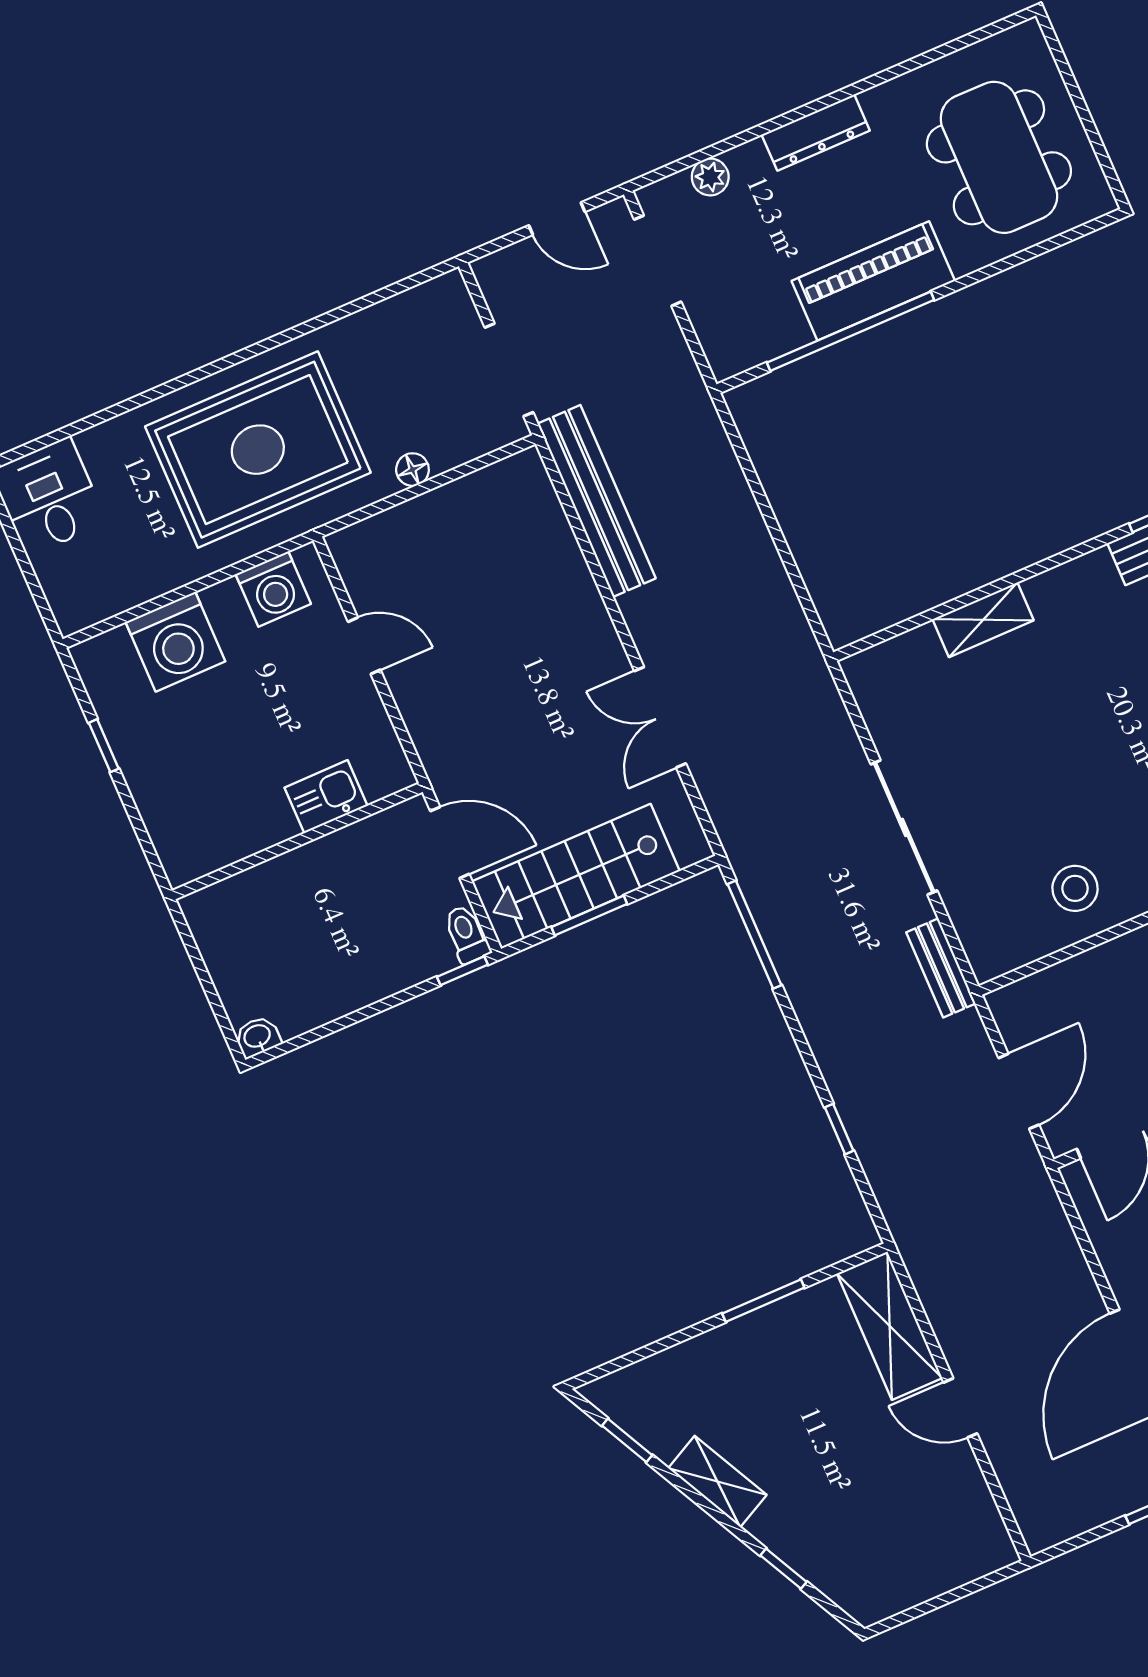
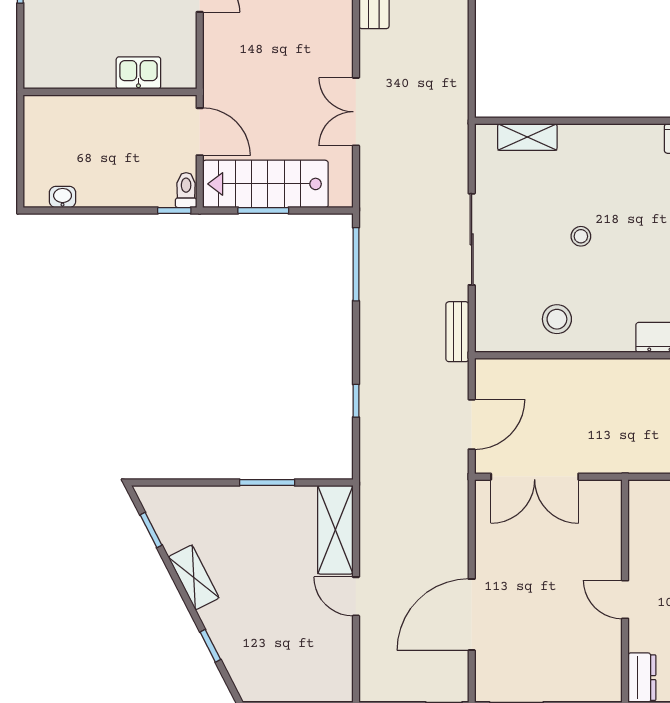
shelving: (983, 620) -> (527, 137), moved
stool: (1058, 755) -> (581, 236), added
washbasin: (257, 1037) -> (63, 197), moved

